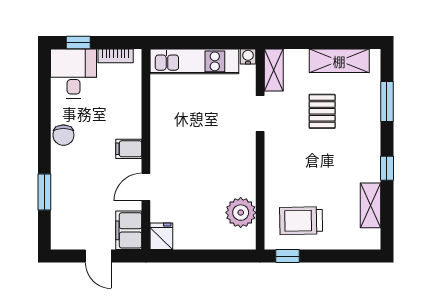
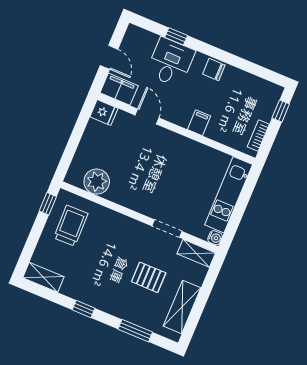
desk: (74, 73) -> (171, 62), moved, turned -90
filing cabinet: (129, 149) -> (199, 123), moved
window: (44, 192) -> (176, 36), width x0.67
shelving: (370, 205) -> (43, 277), moved
door: (98, 256) -> (109, 57), swing flipped

